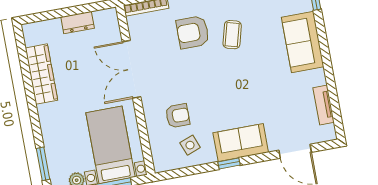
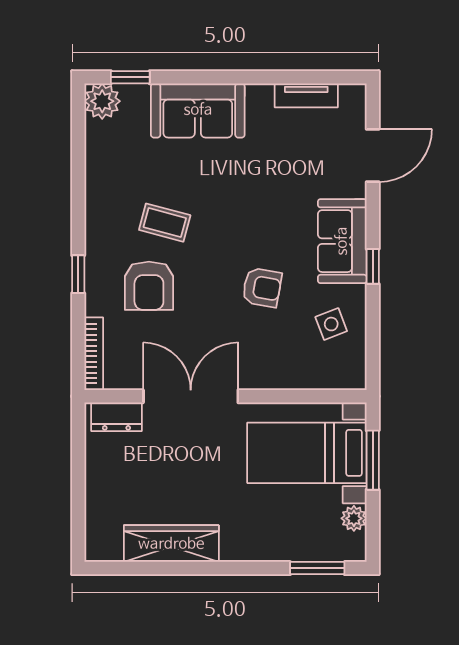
dresser: (78, 23) -> (116, 417), moved, turned 90
double door: (131, 69) -> (191, 396), swing flipped
armchair: (178, 116) -> (262, 288), moved, turned 100

